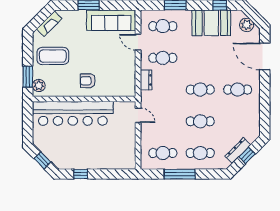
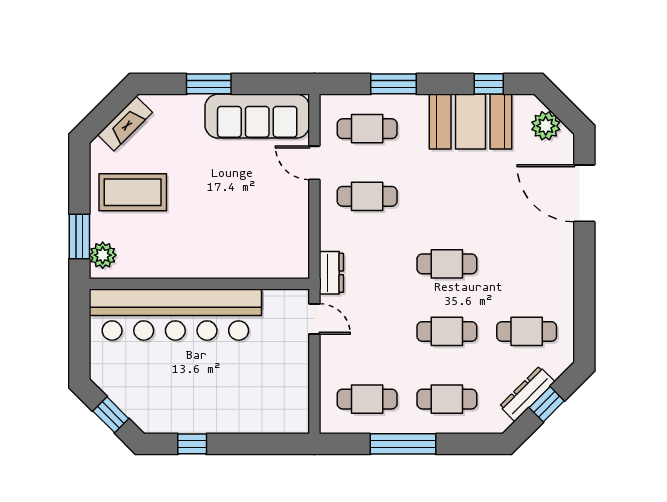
dresser: (146, 80) -> (331, 273), moved
armchair: (88, 81) -> (207, 245), removed
cafe table: (238, 90) -> (527, 331), moved

